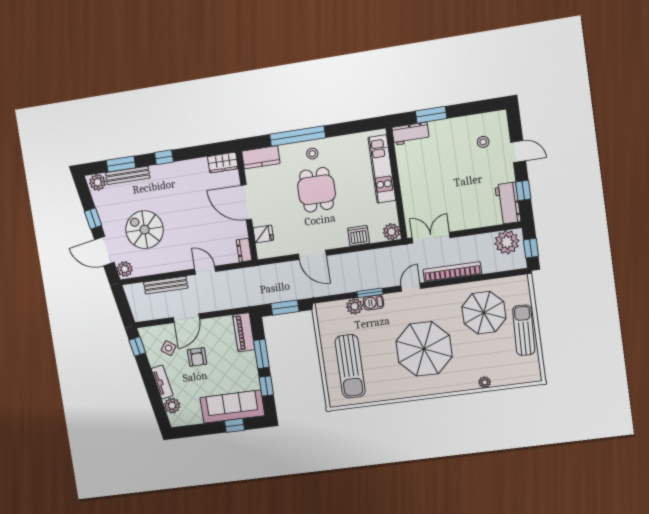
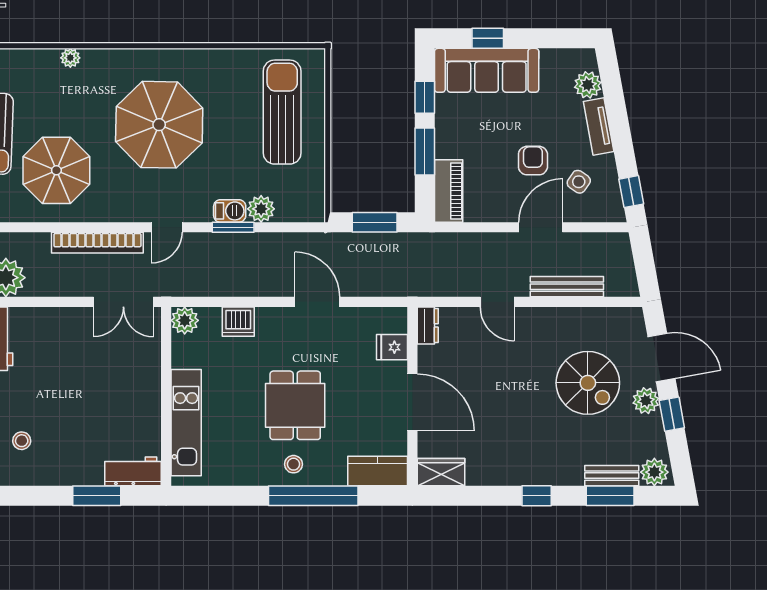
bench: (128, 175) -> (612, 476), width x0.73
plant: (125, 269) -> (646, 401), moved

